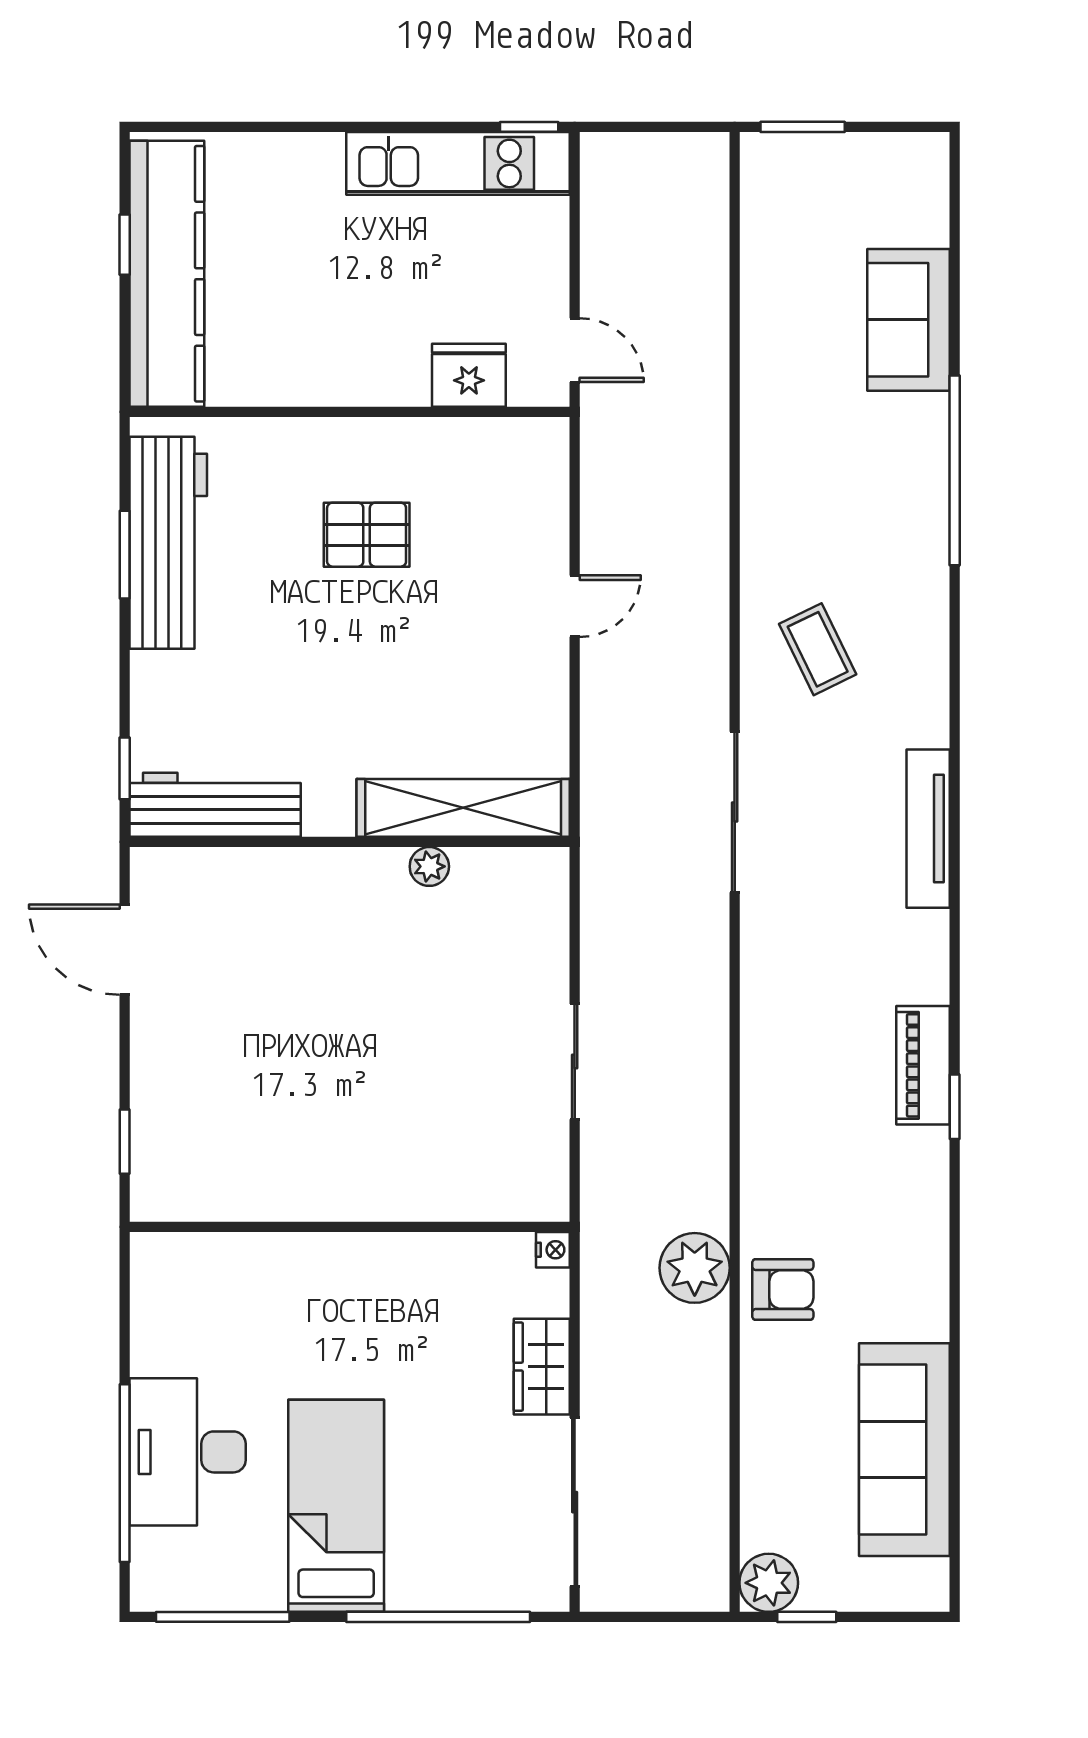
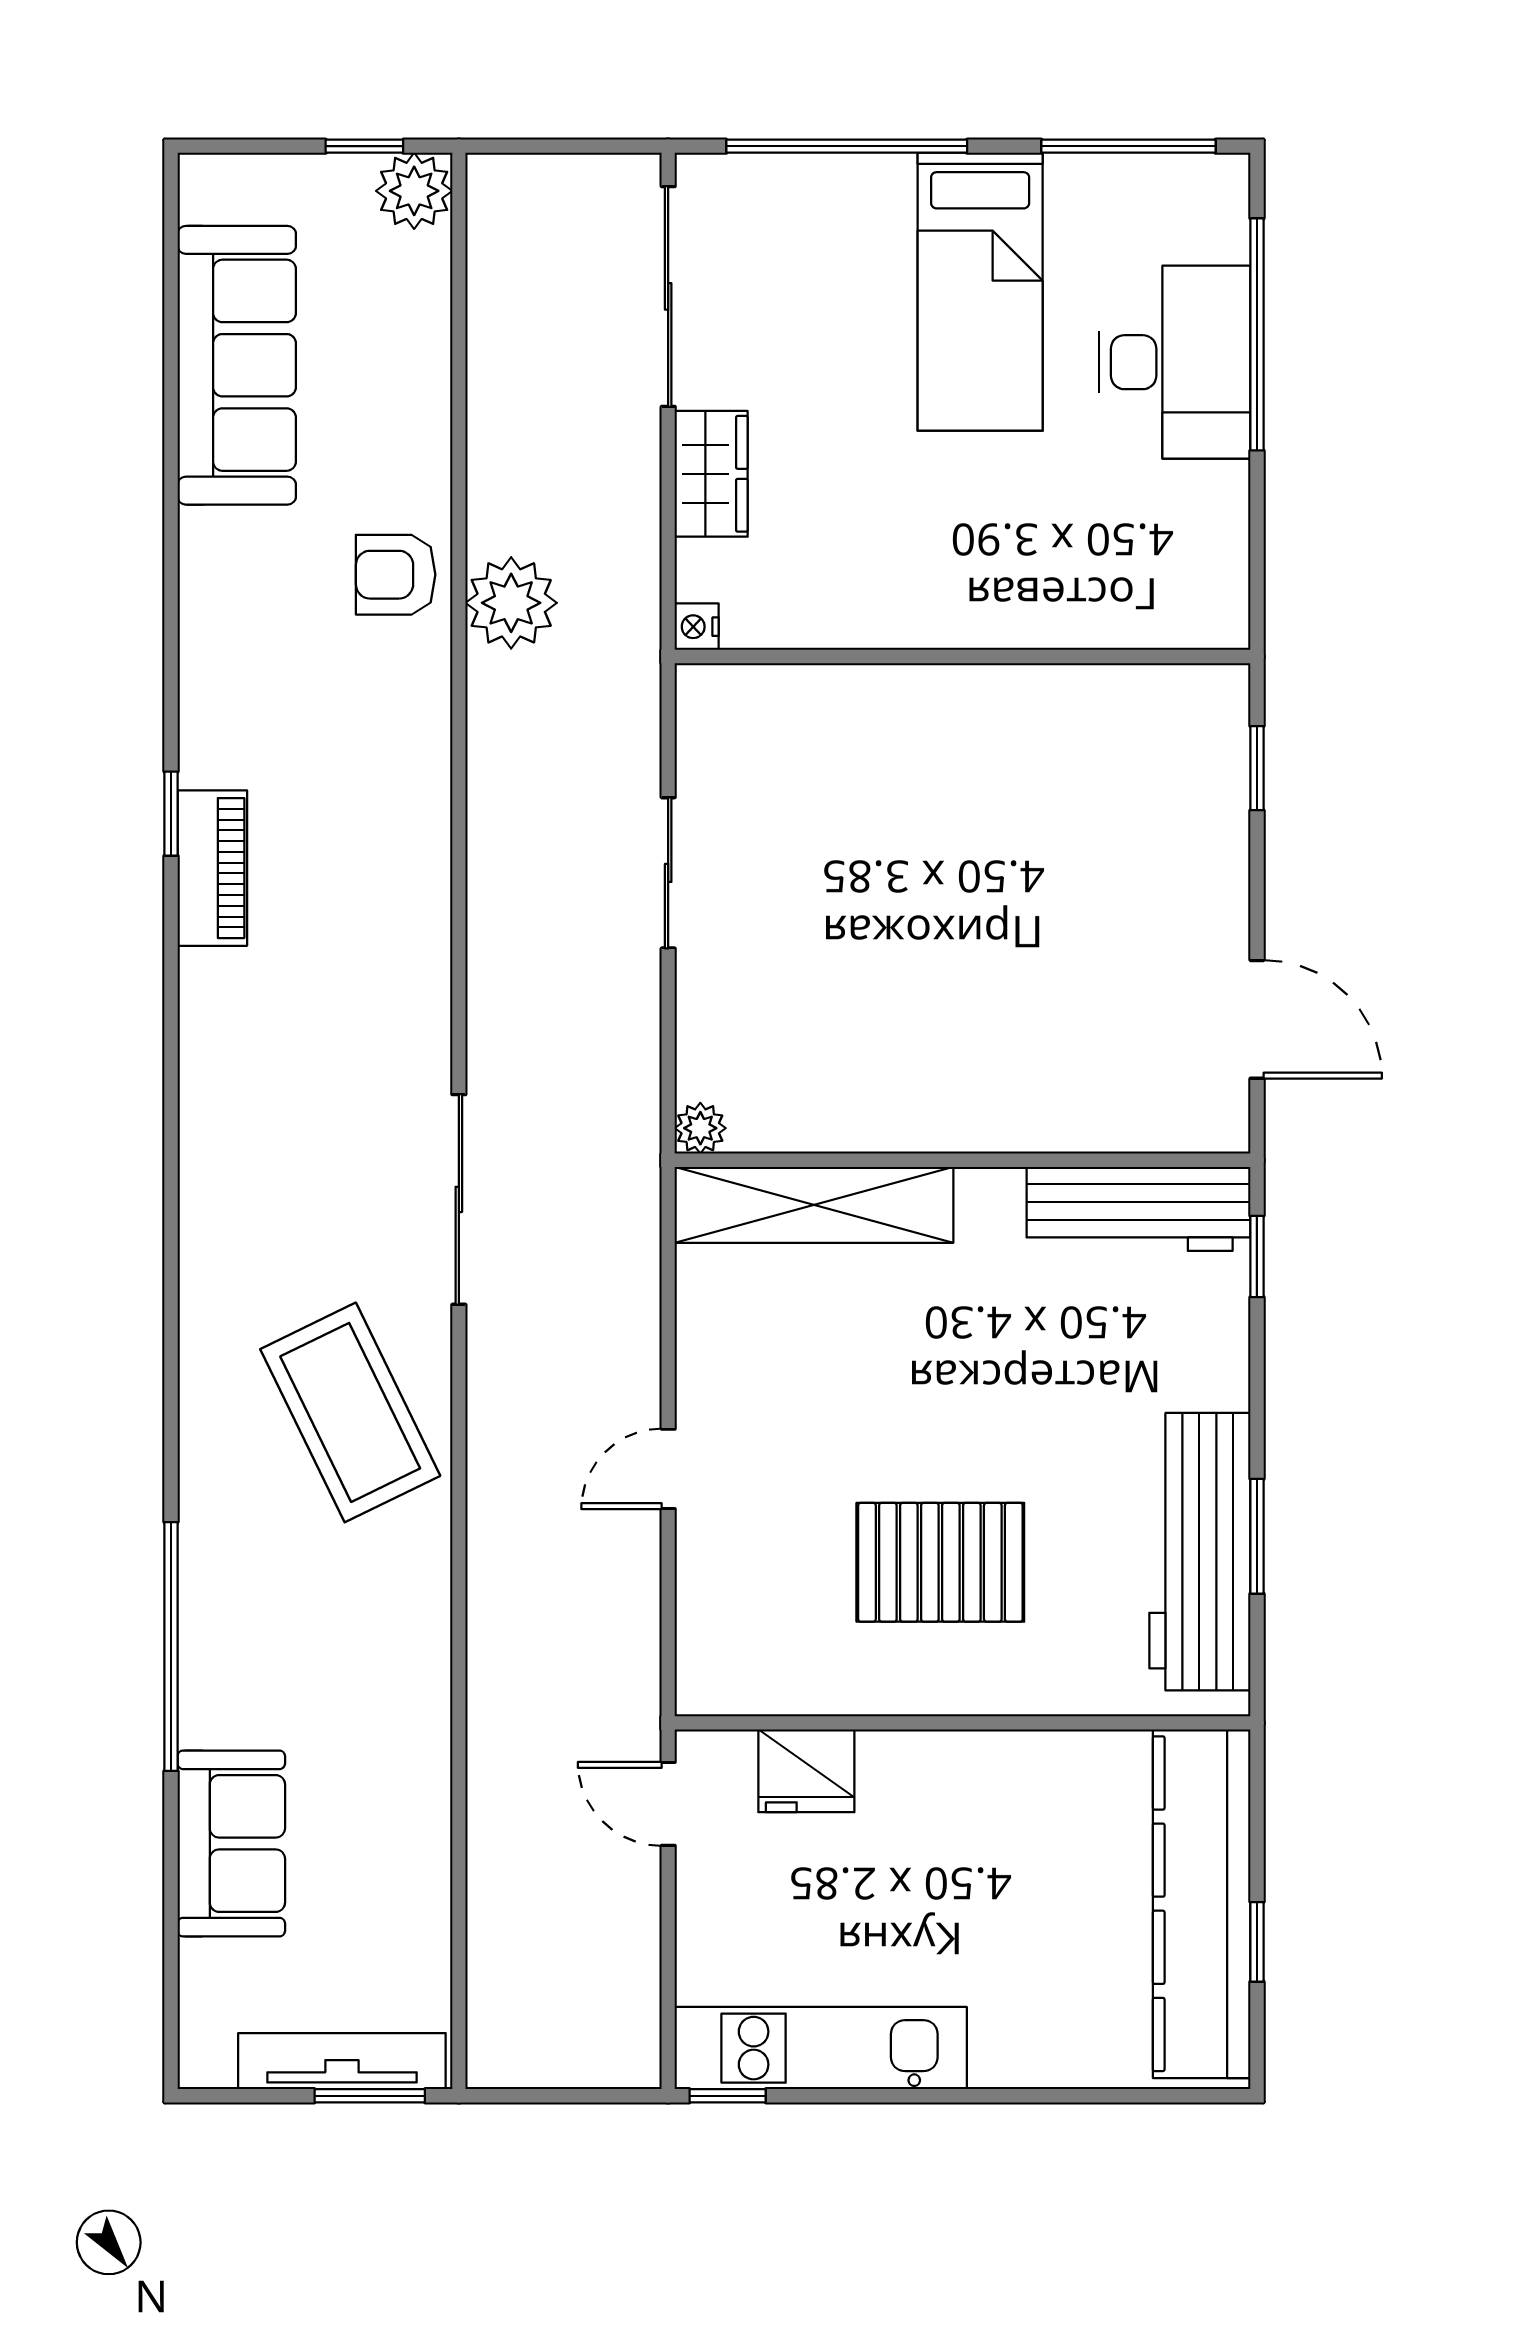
pallet: (367, 535) -> (940, 1562), width x1.50, depth x1.42
coffee table: (818, 649) -> (350, 1412), width x1.86, depth x1.72
tv unit: (928, 829) -> (342, 2061), moved, turned -90
plant: (429, 866) -> (700, 1128), moved

